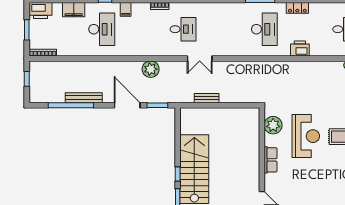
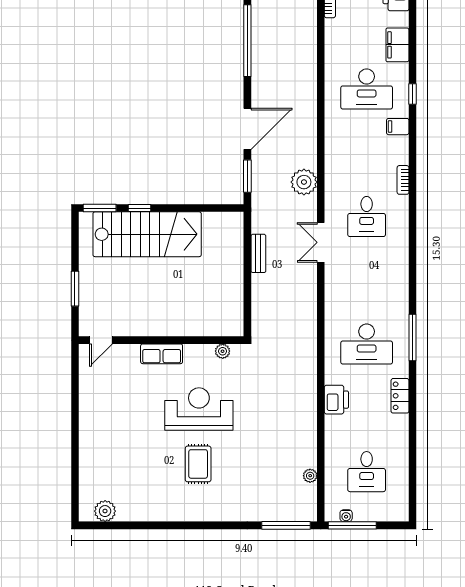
plant: (151, 69) -> (304, 182), moved
bench: (84, 98) -> (259, 61), removed
plant: (273, 125) -> (223, 351), width x0.53, depth x0.53
reception desk: (306, 136) -> (199, 409), turned 180

